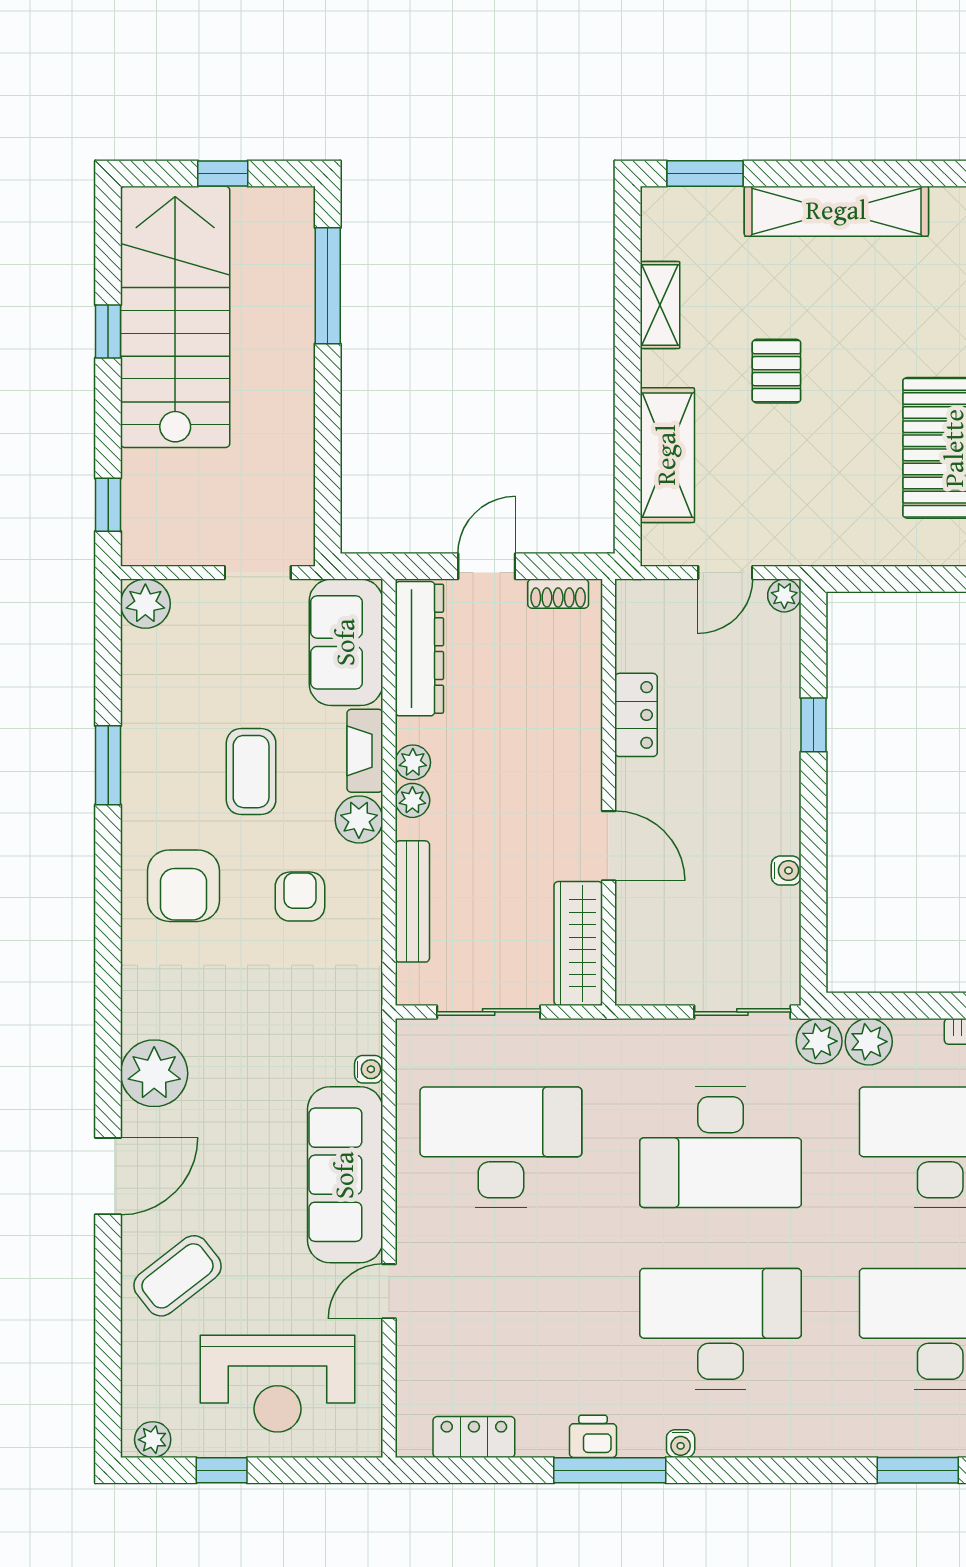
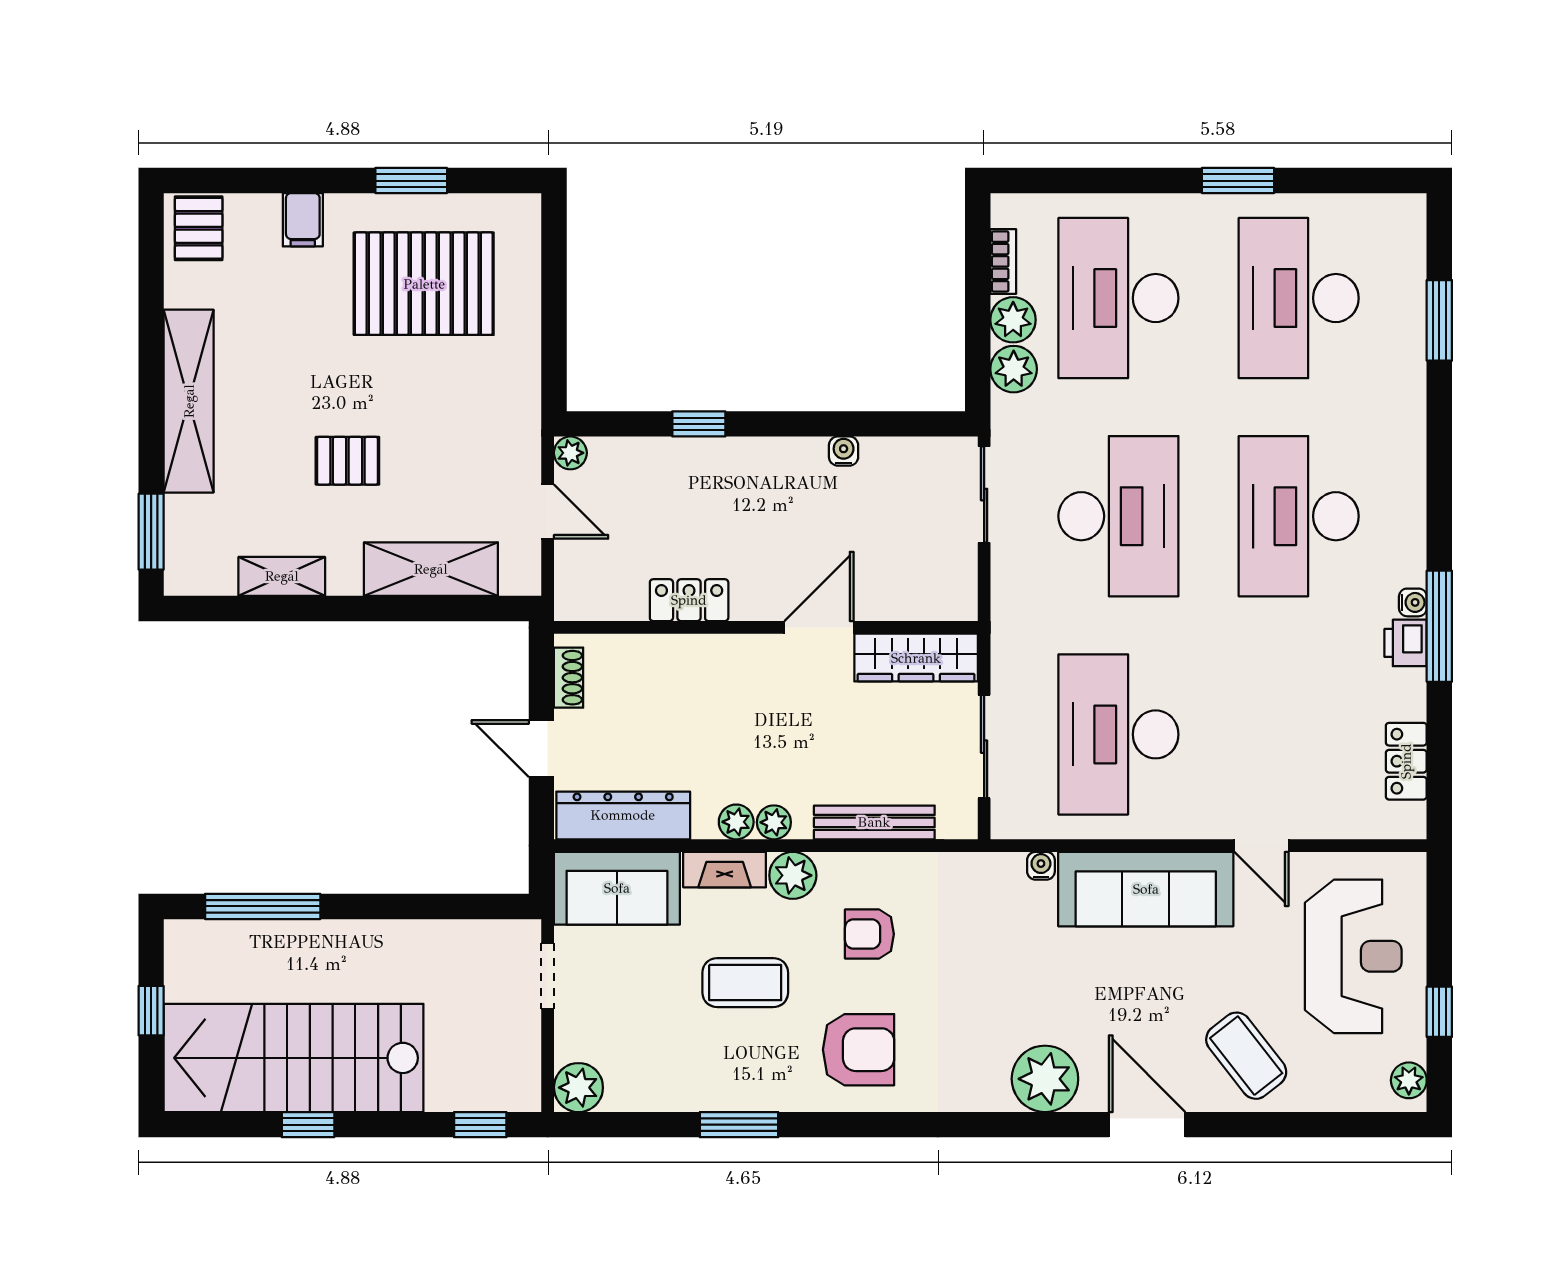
plant: (819, 1041) -> (1013, 320), moved
water cooler: (681, 1444) -> (1413, 602), moved

